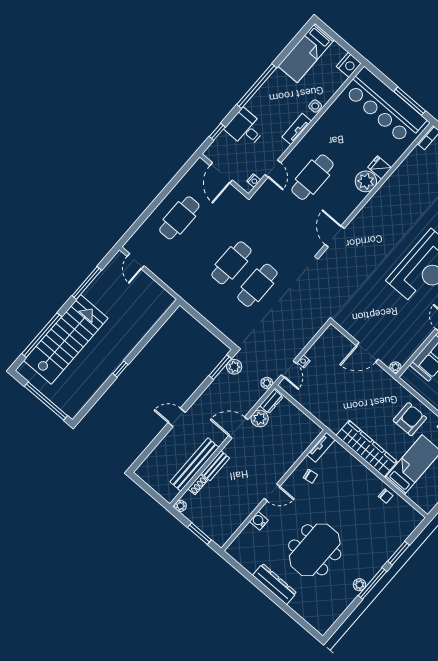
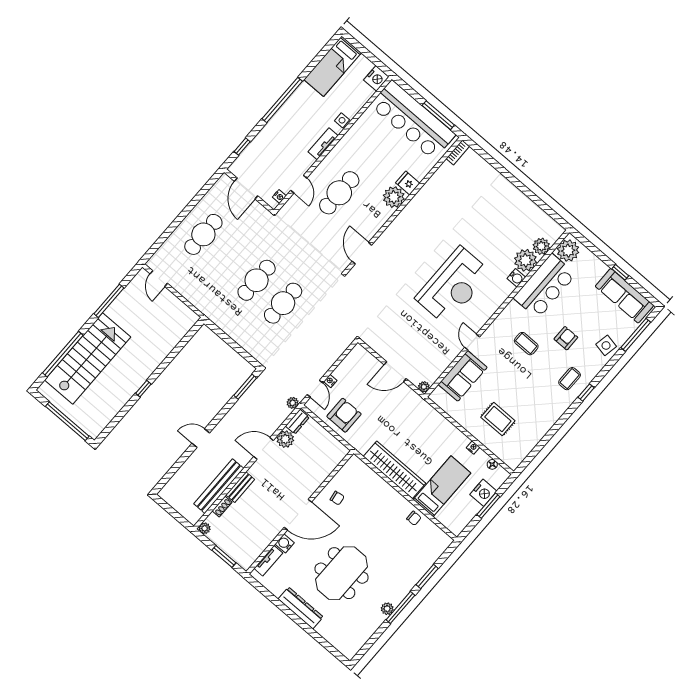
desk: (245, 128) -> (271, 143), removed
plant: (234, 367) -> (259, 386), removed
armchair: (410, 419) -> (344, 415), moved
tv unit: (321, 447) -> (268, 561), moved
door: (272, 492) -> (298, 515), width x1.87

